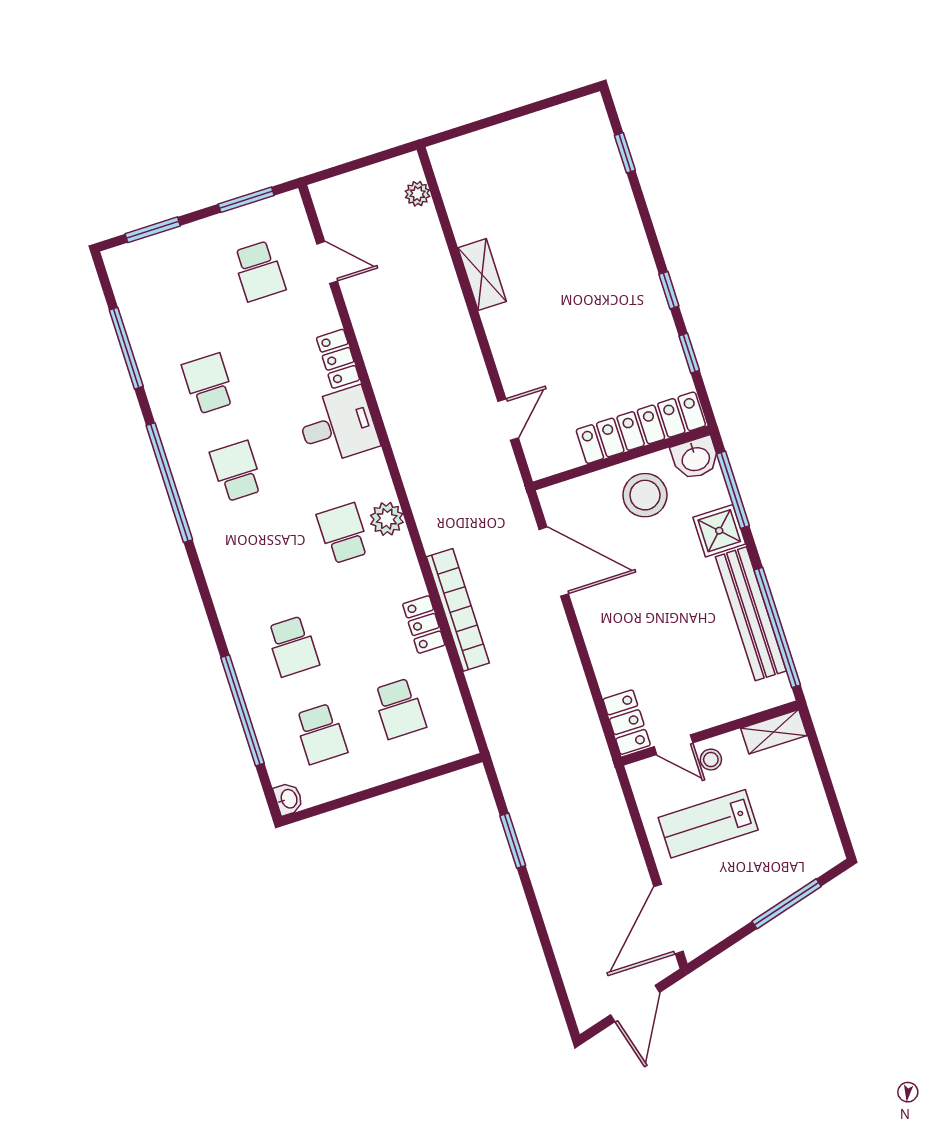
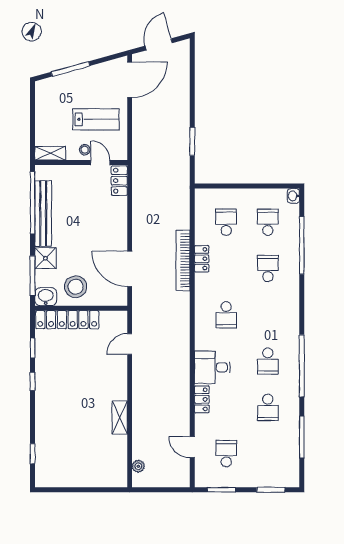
plant: (387, 519) -> (203, 315), removed

